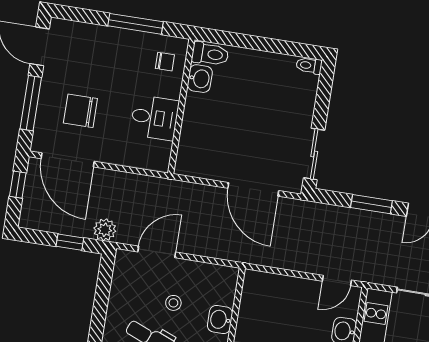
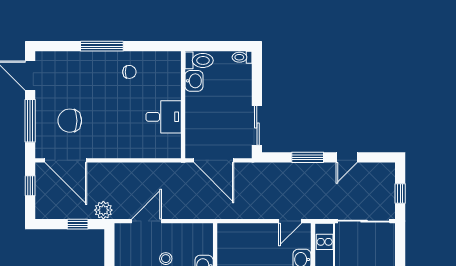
toilet: (210, 54) -> (199, 60), moved
washbasin: (200, 79) -> (194, 81), moved
wall: (181, 106) -> (183, 105), moved
desk: (154, 118) -> (164, 117), moved

